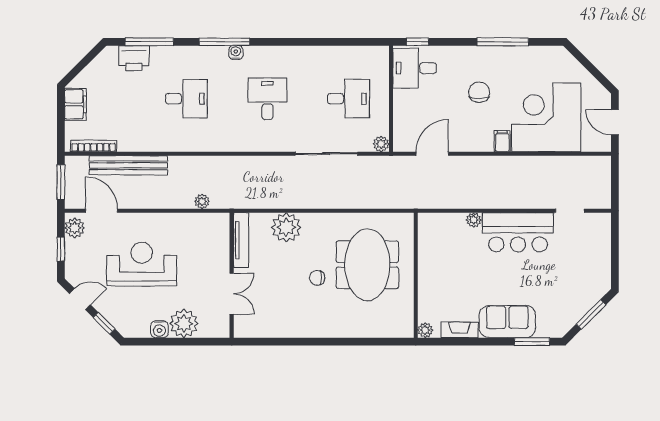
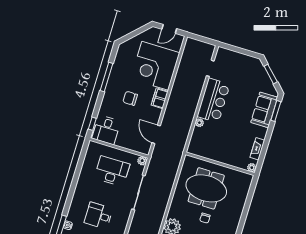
desk: (348, 99) -> (112, 171), width x1.37
filing cabinet: (502, 141) -> (160, 98), width x2.00
sofa: (507, 322) -> (264, 110), moved

